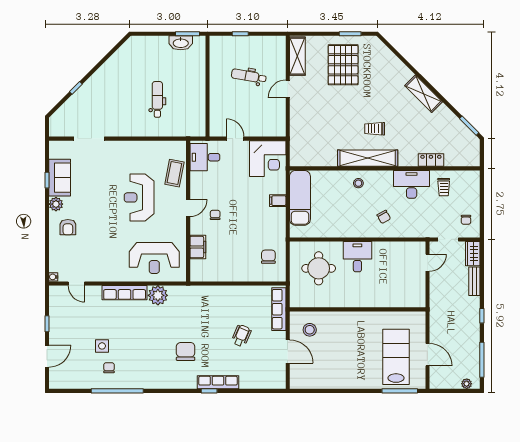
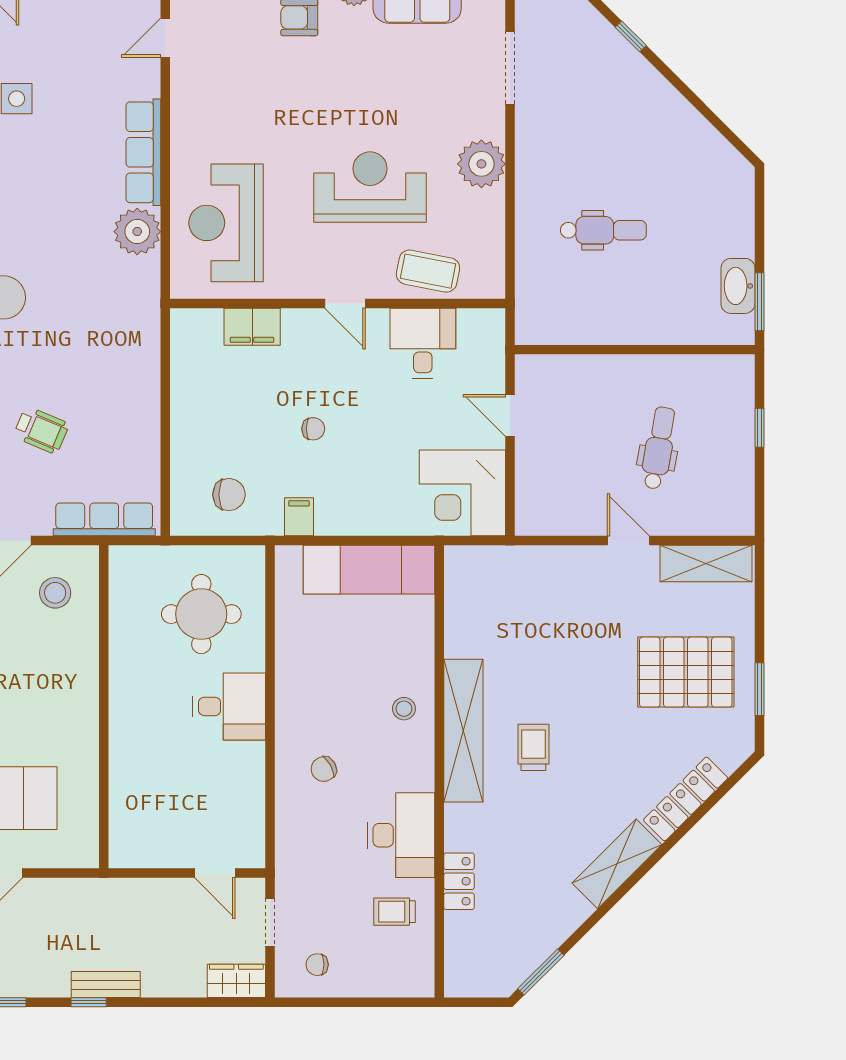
locker: (396, 65) -> (686, 799), added
door: (235, 139) -> (510, 415), swing flipped
plant: (129, 151) -> (481, 164), added
desk: (205, 157) -> (423, 343), moved
filing cabinet: (278, 201) -> (299, 517), moved
chair: (215, 215) -> (313, 429), moved
bench: (474, 281) -> (106, 985), moved

